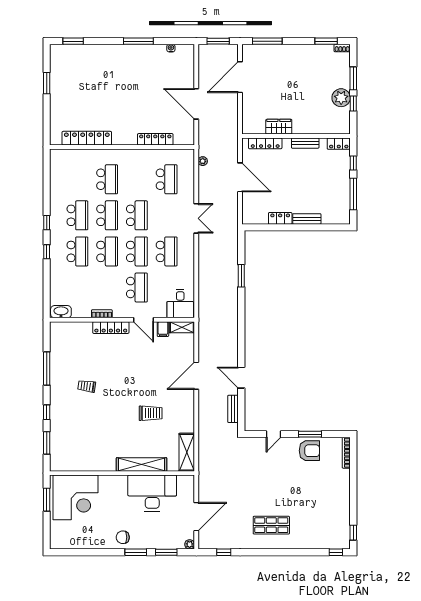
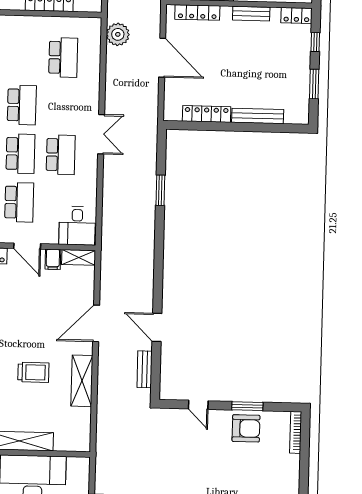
plant: (203, 161) -> (118, 34), width x1.88, depth x1.88
window: (353, 194) -> (314, 84), width x0.69
double door: (196, 218) -> (101, 134), moved
locker: (280, 218) -> (207, 114), width x1.53
bench: (307, 219) -> (258, 116), width x1.36
door: (274, 434) -> (198, 405), hinge flipped
shelving: (187, 452) -> (82, 381), moved

